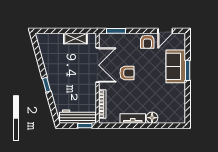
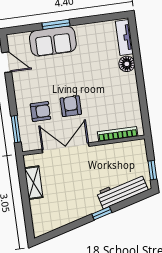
armchair: (147, 42) -> (40, 111), moved
workbench: (78, 117) -> (122, 191), moved, turned 75
tv unit: (133, 119) -> (124, 38), moved
window: (85, 126) -> (152, 170), moved

